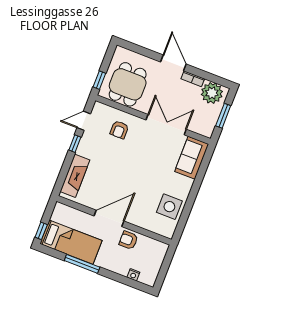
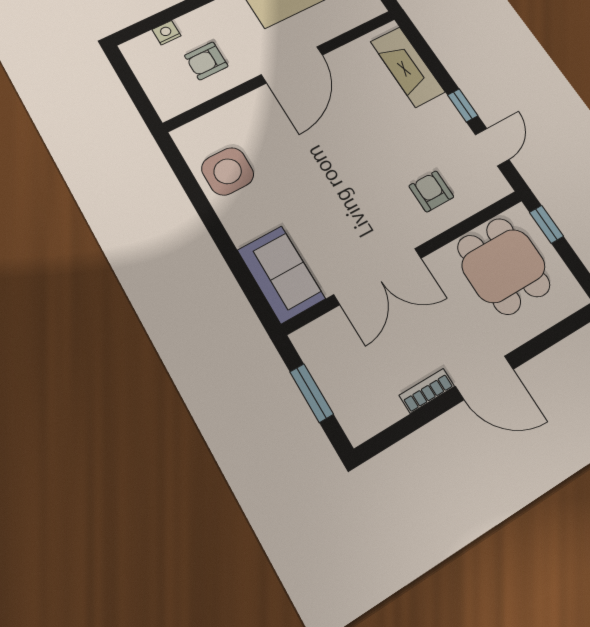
plant: (212, 93) -> (372, 406), removed
armchair: (128, 240) -> (206, 61), moved, turned 180

